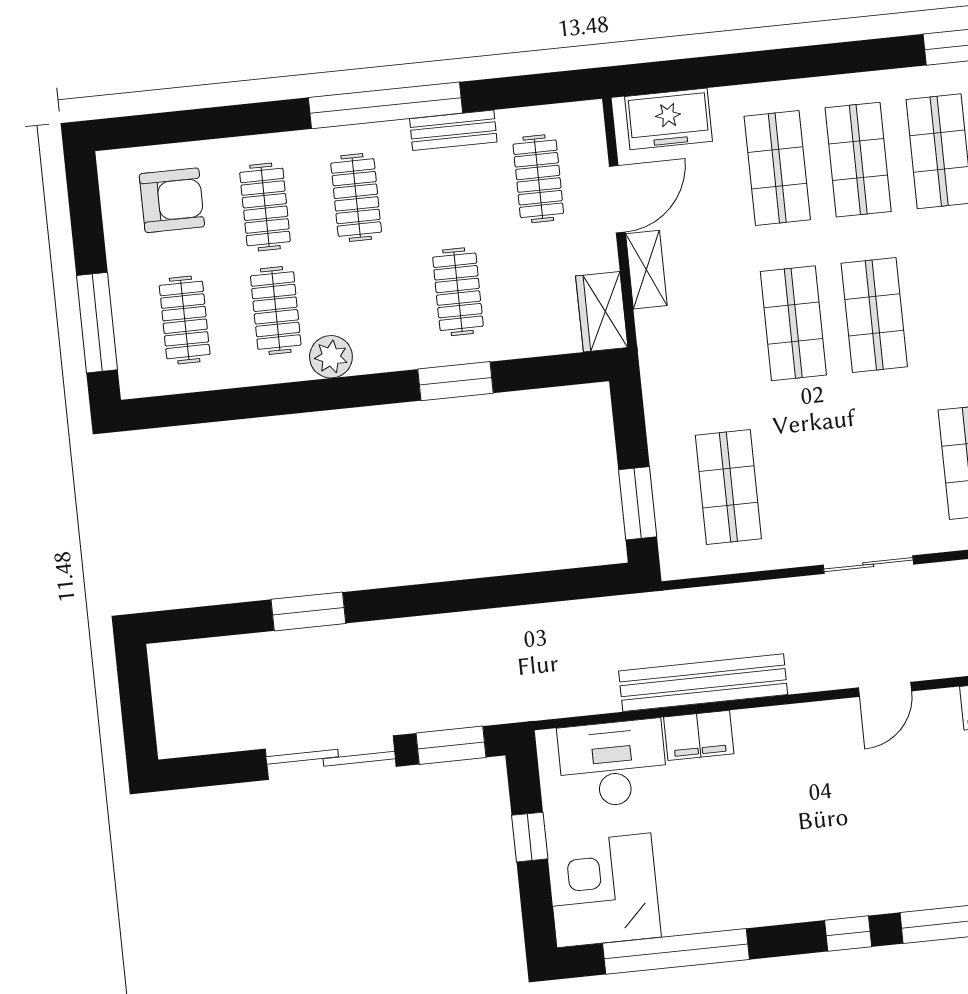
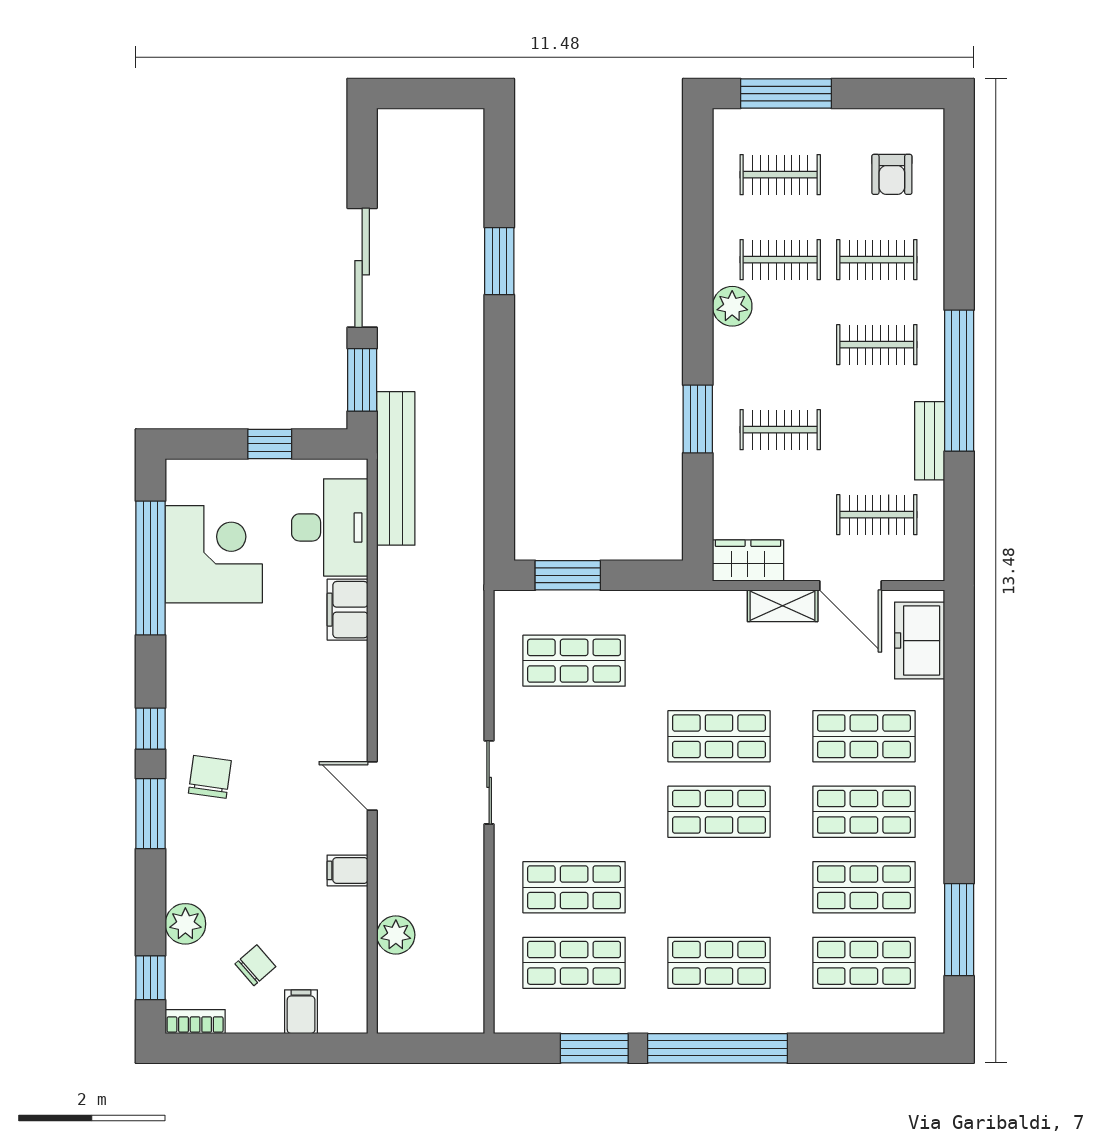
armchair: (172, 200) -> (892, 174), width x0.72, depth x0.72
bench: (703, 683) -> (396, 468), moved
chair: (893, 865) -> (210, 777), added
corner desk: (604, 890) -> (214, 554), moved

